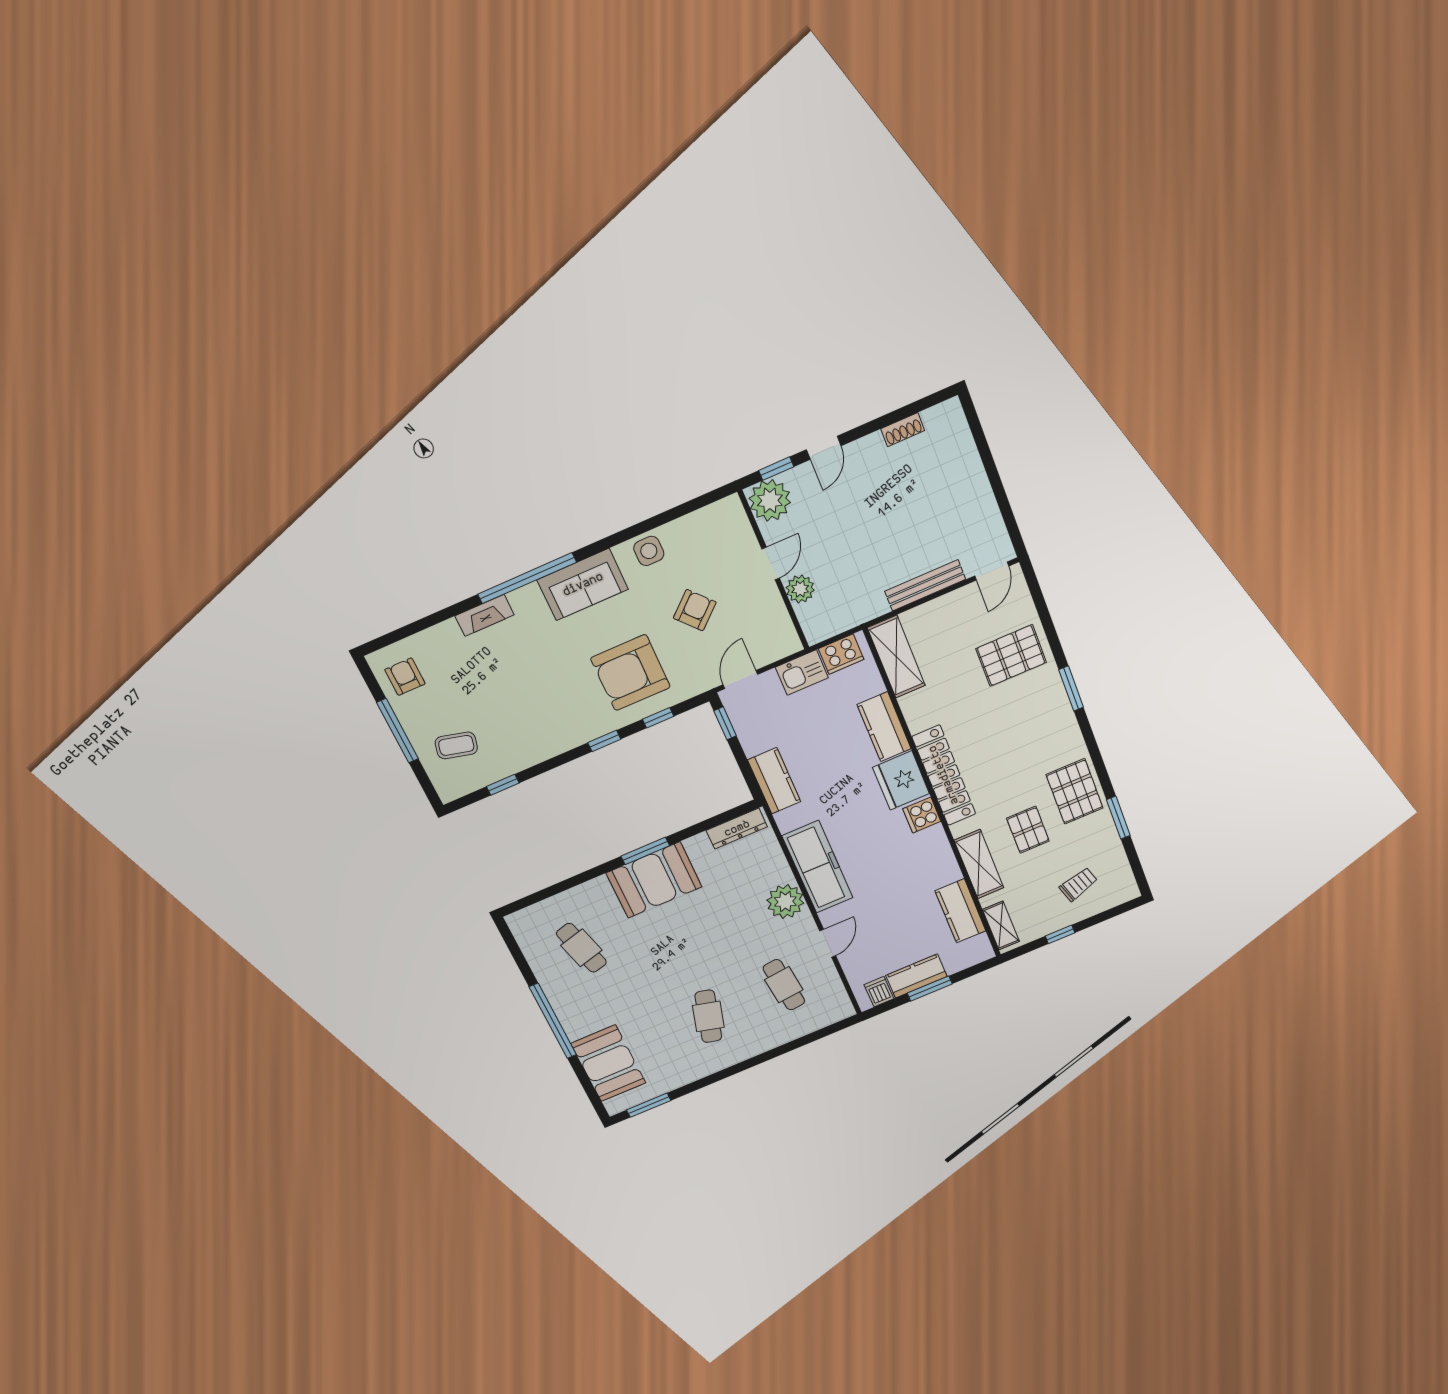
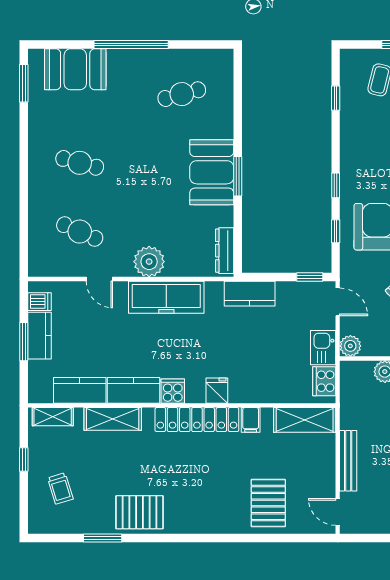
plant: (786, 642) -> (350, 346), added
window: (1071, 688) -> (223, 538), removed
filing cabinet: (921, 717) -> (251, 420), added
kitchen counter: (884, 727) -> (133, 390), moved
fridge: (901, 780) -> (217, 391), width x0.53, depth x0.75
pallet: (1028, 830) -> (124, 466), removed
cafe table: (784, 985) -> (80, 232), turned 30

